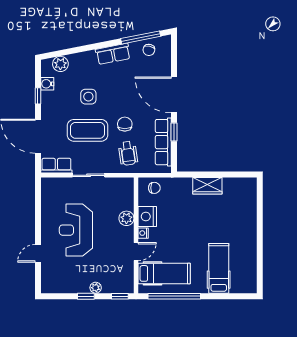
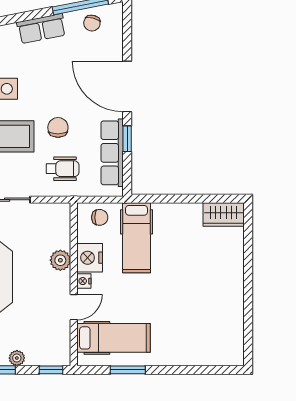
wheelchair: (128, 153) -> (62, 169), turned -82
wardrobe: (207, 186) -> (224, 214), moved
hospital bed: (219, 268) -> (136, 238), moved, turned 180
window: (174, 296) -> (128, 370), width x0.47

